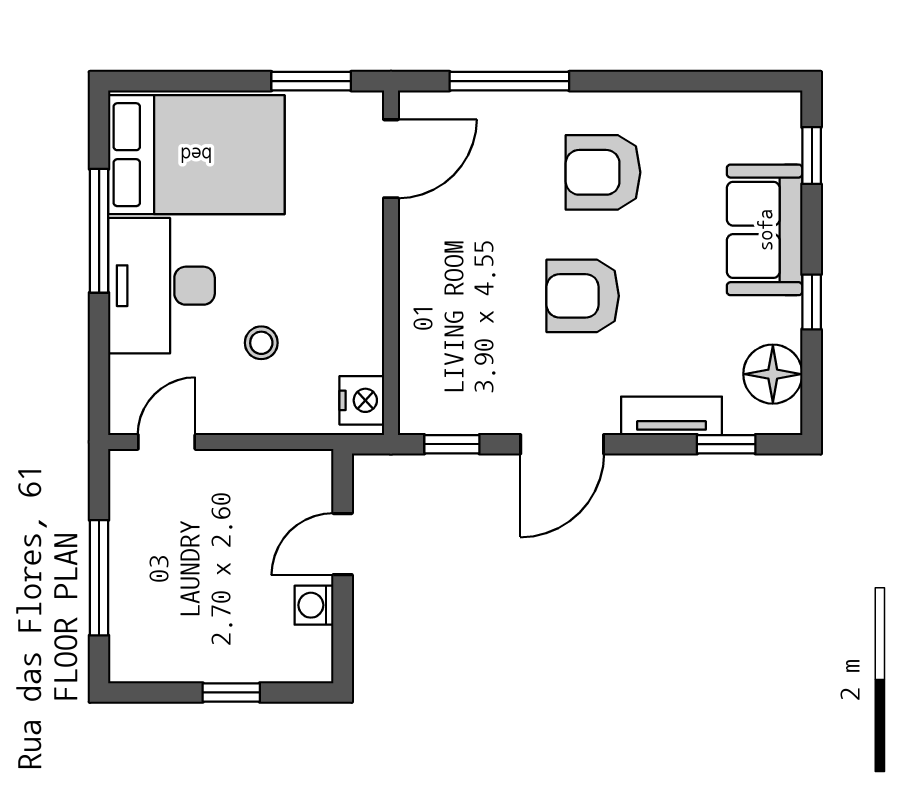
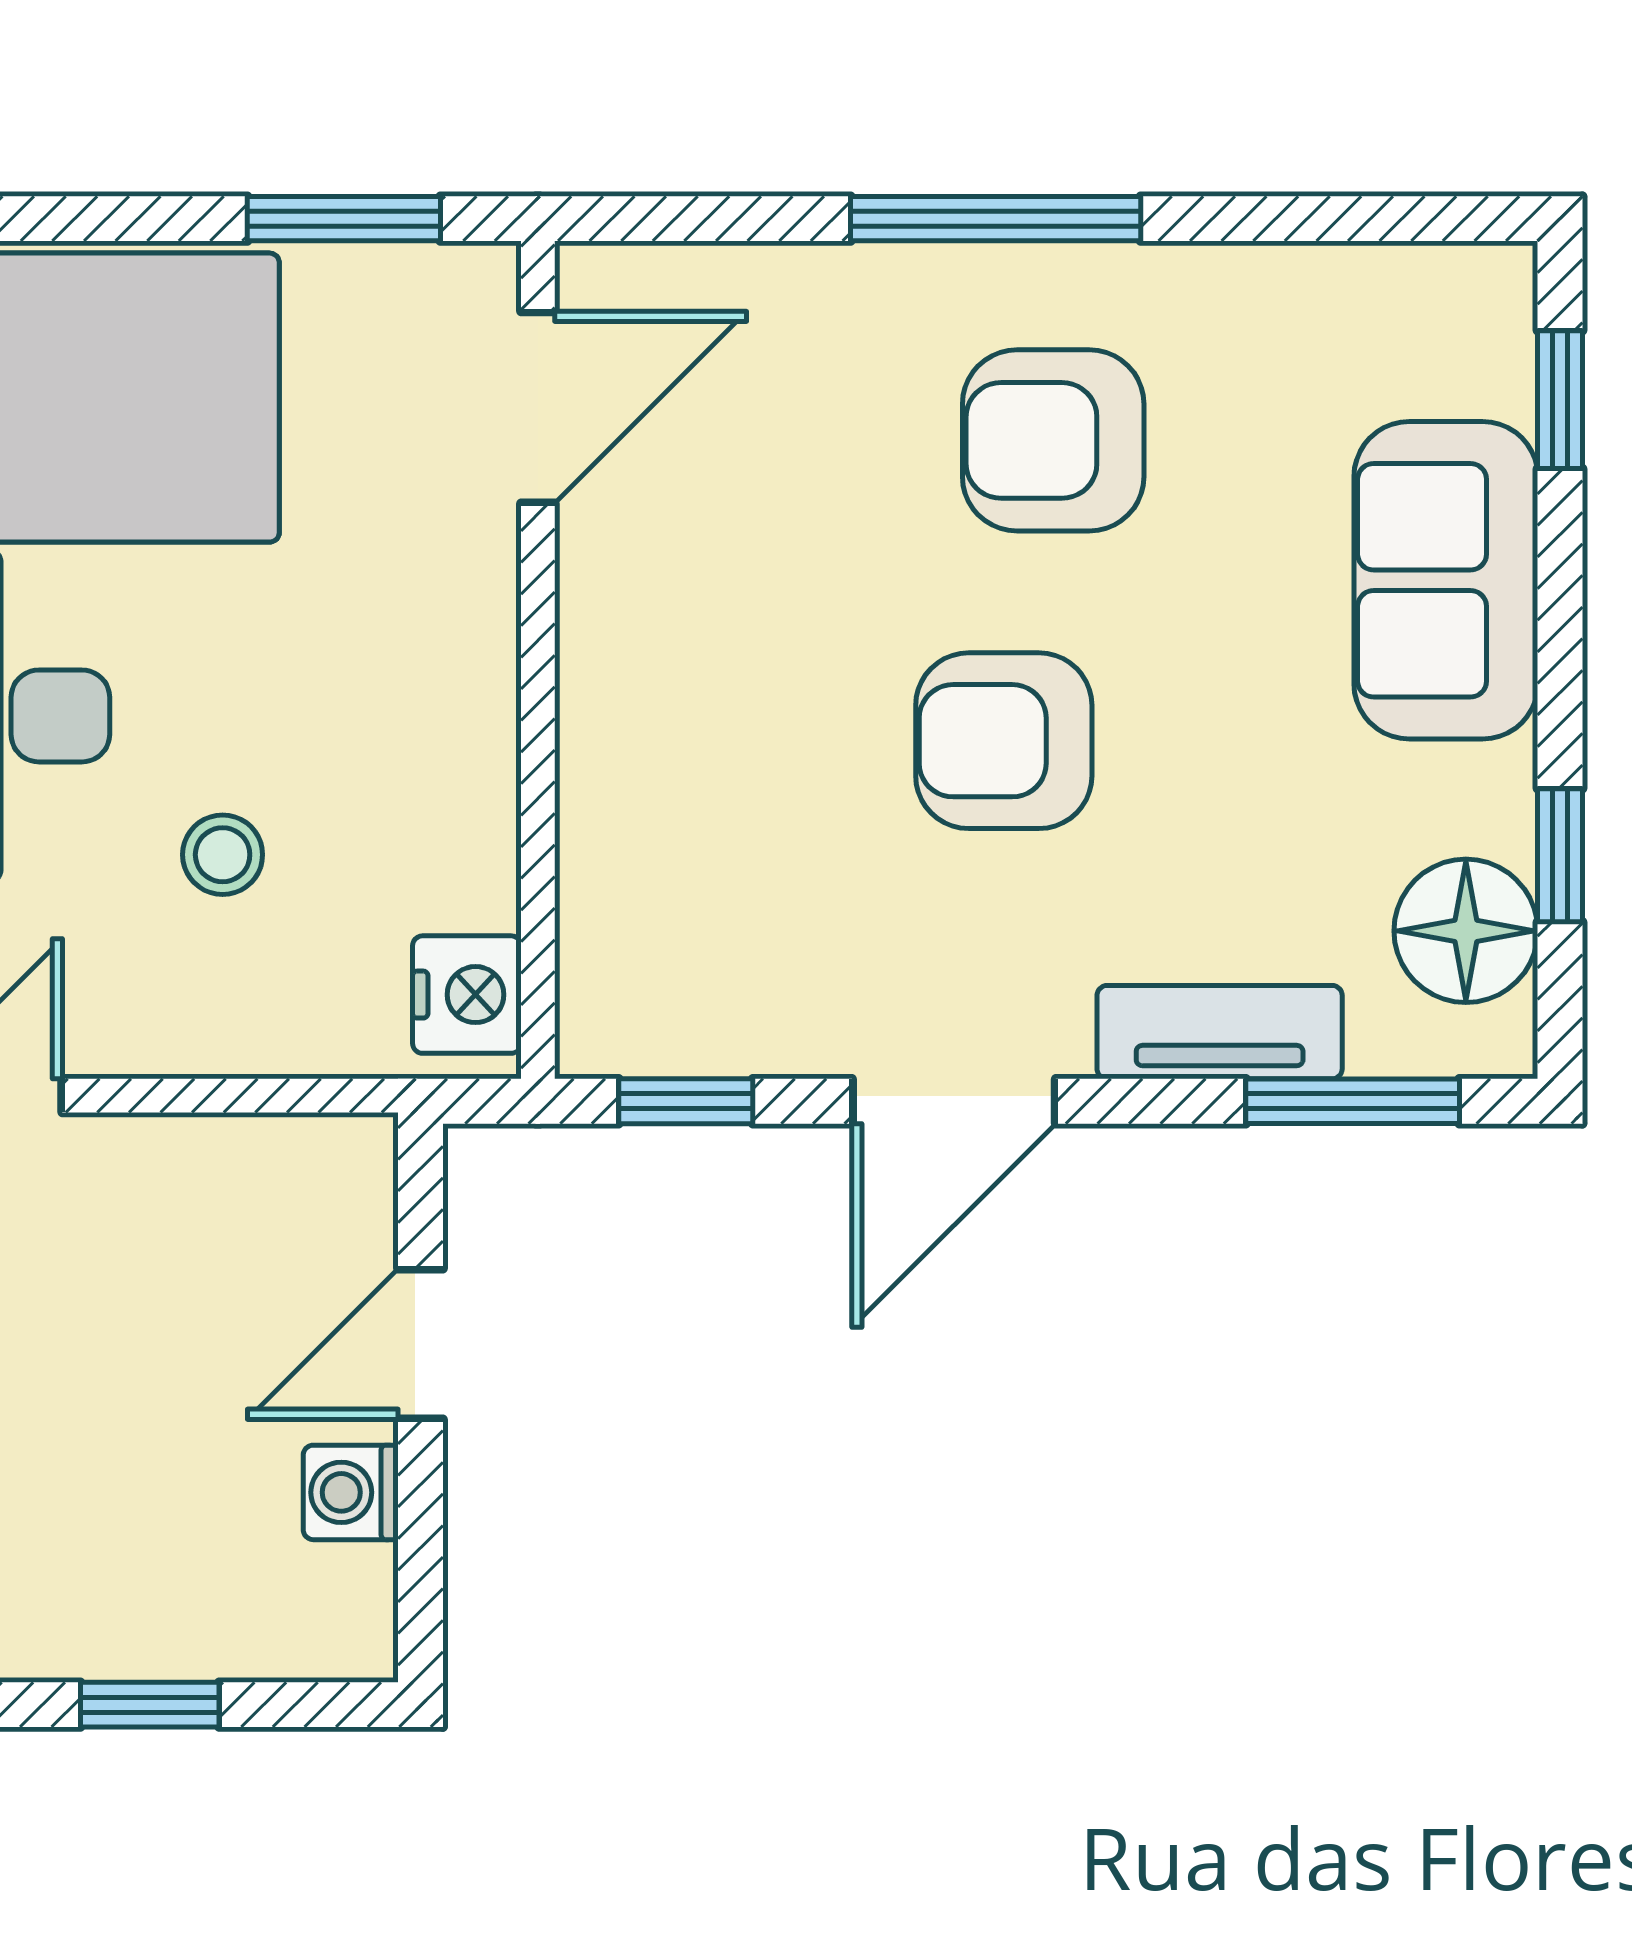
window: (509, 81) -> (996, 219), moved
window: (812, 302) -> (1560, 855), moved
window: (726, 444) -> (1353, 1101), width x1.50

